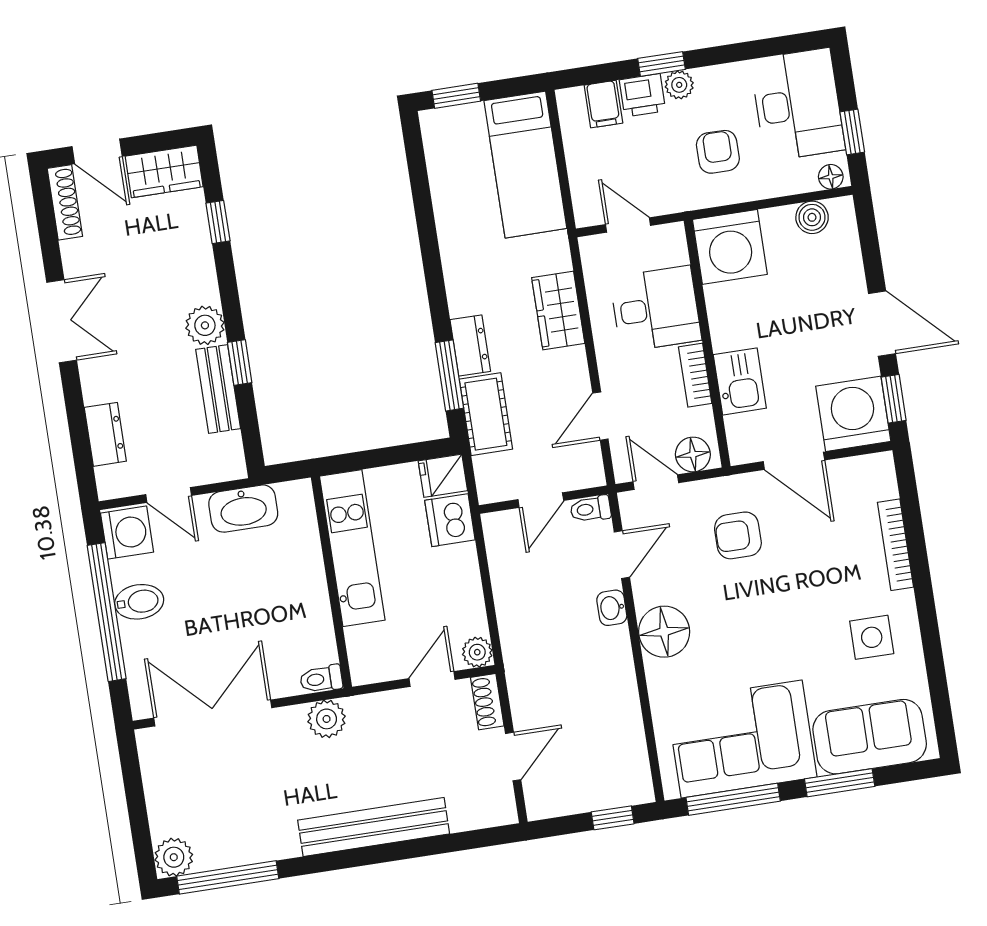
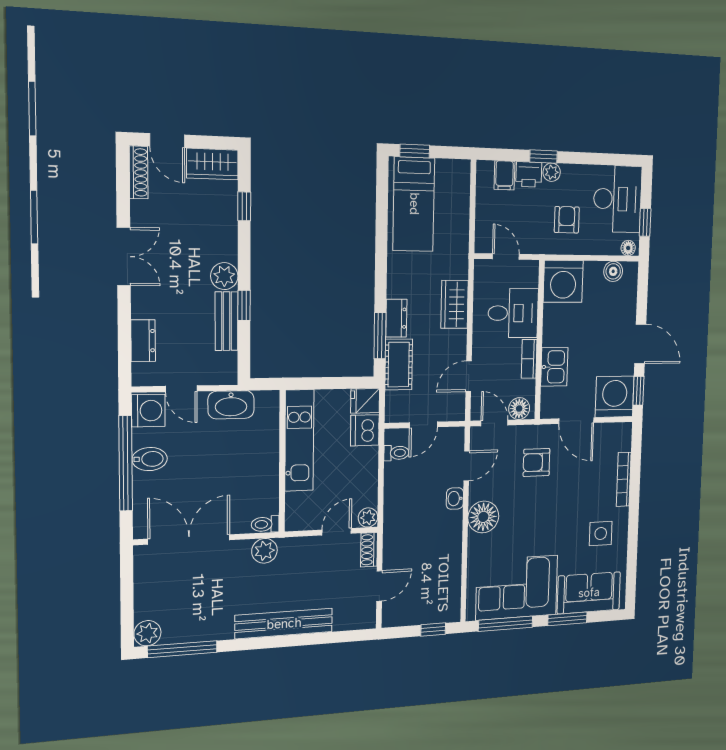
bed: (525, 165) -> (414, 204), moved
toilet: (591, 509) -> (396, 453), moved, turned 180

